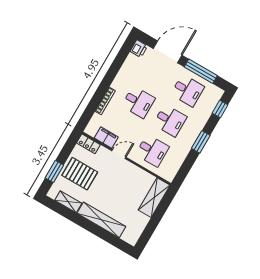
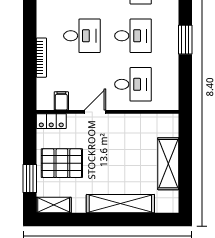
filing cabinet: (106, 137) -> (61, 101), width x0.50
shelving: (154, 198) -> (168, 164), moved
shelving: (68, 202) -> (54, 205), moved

